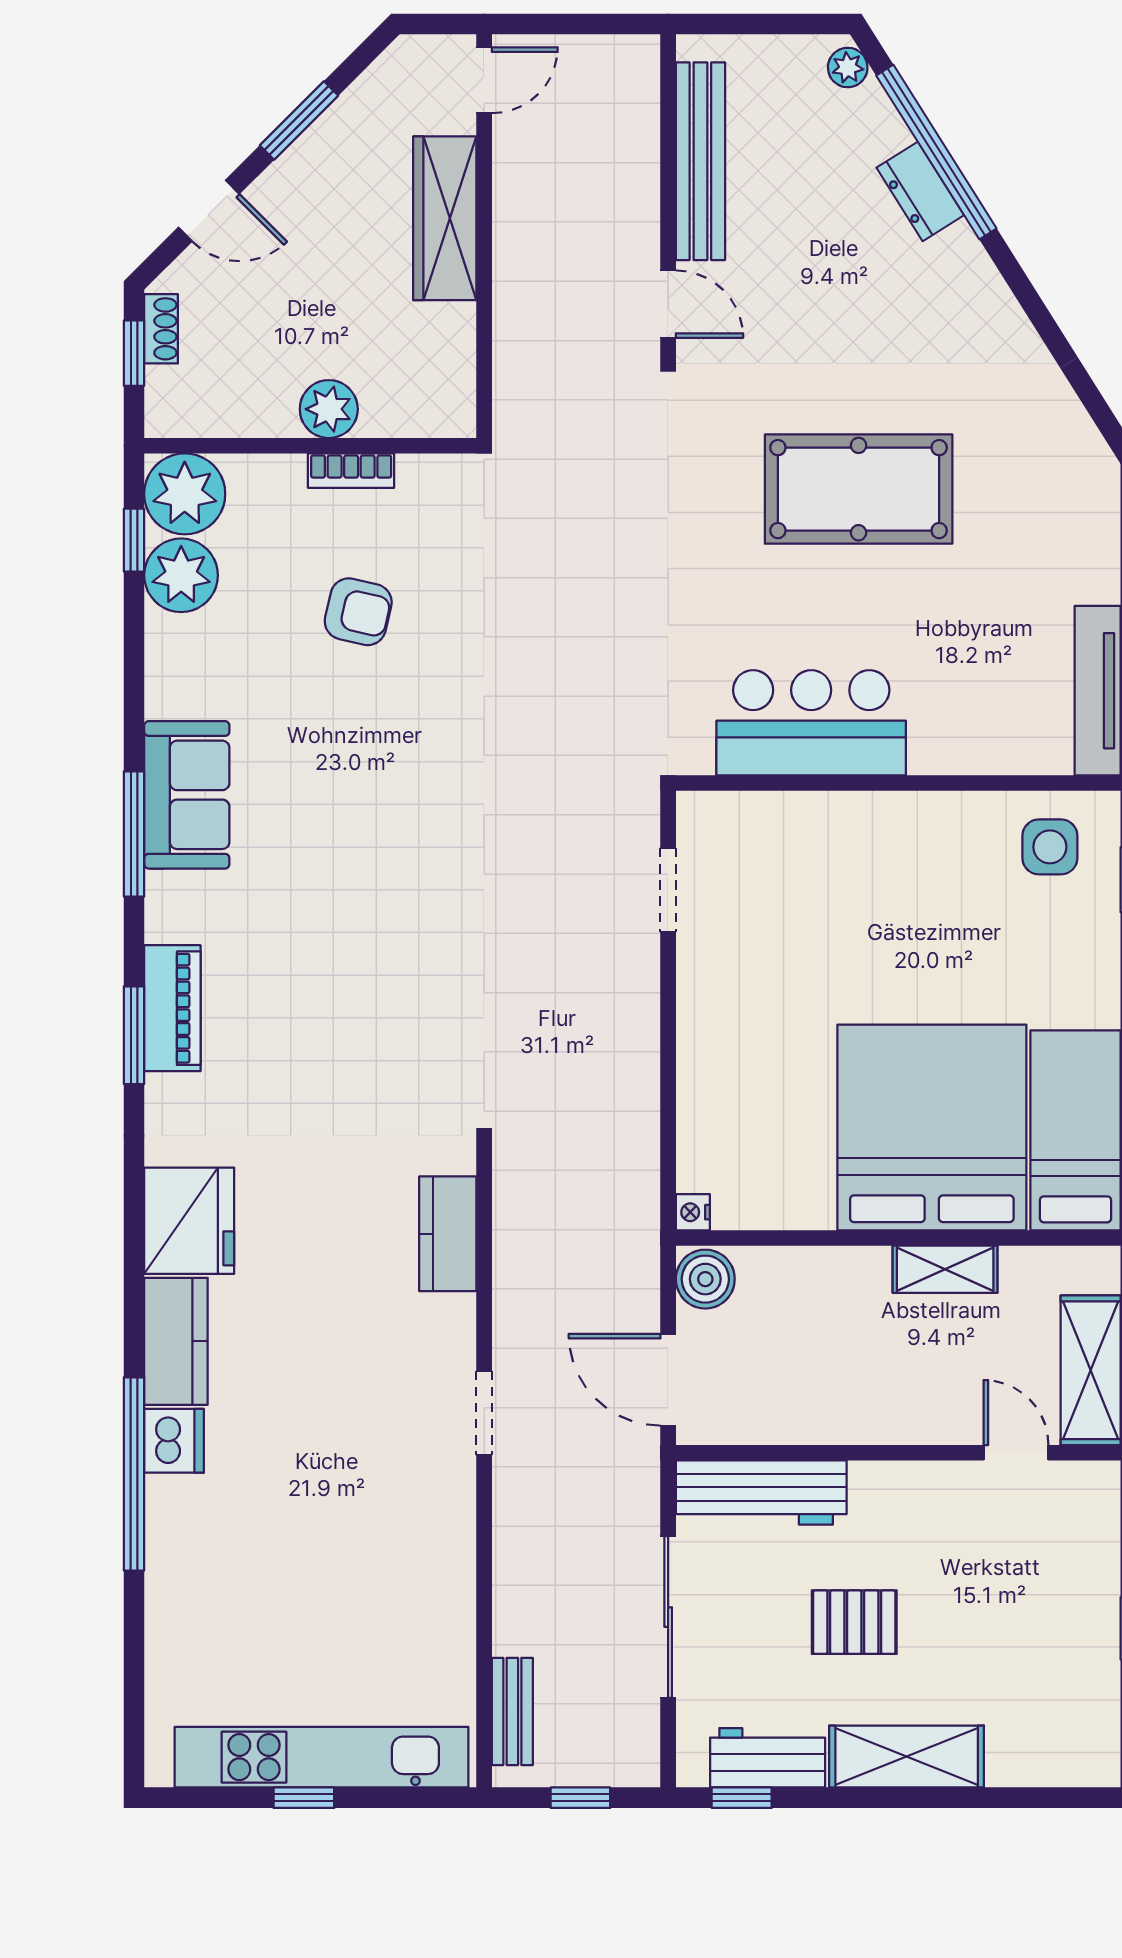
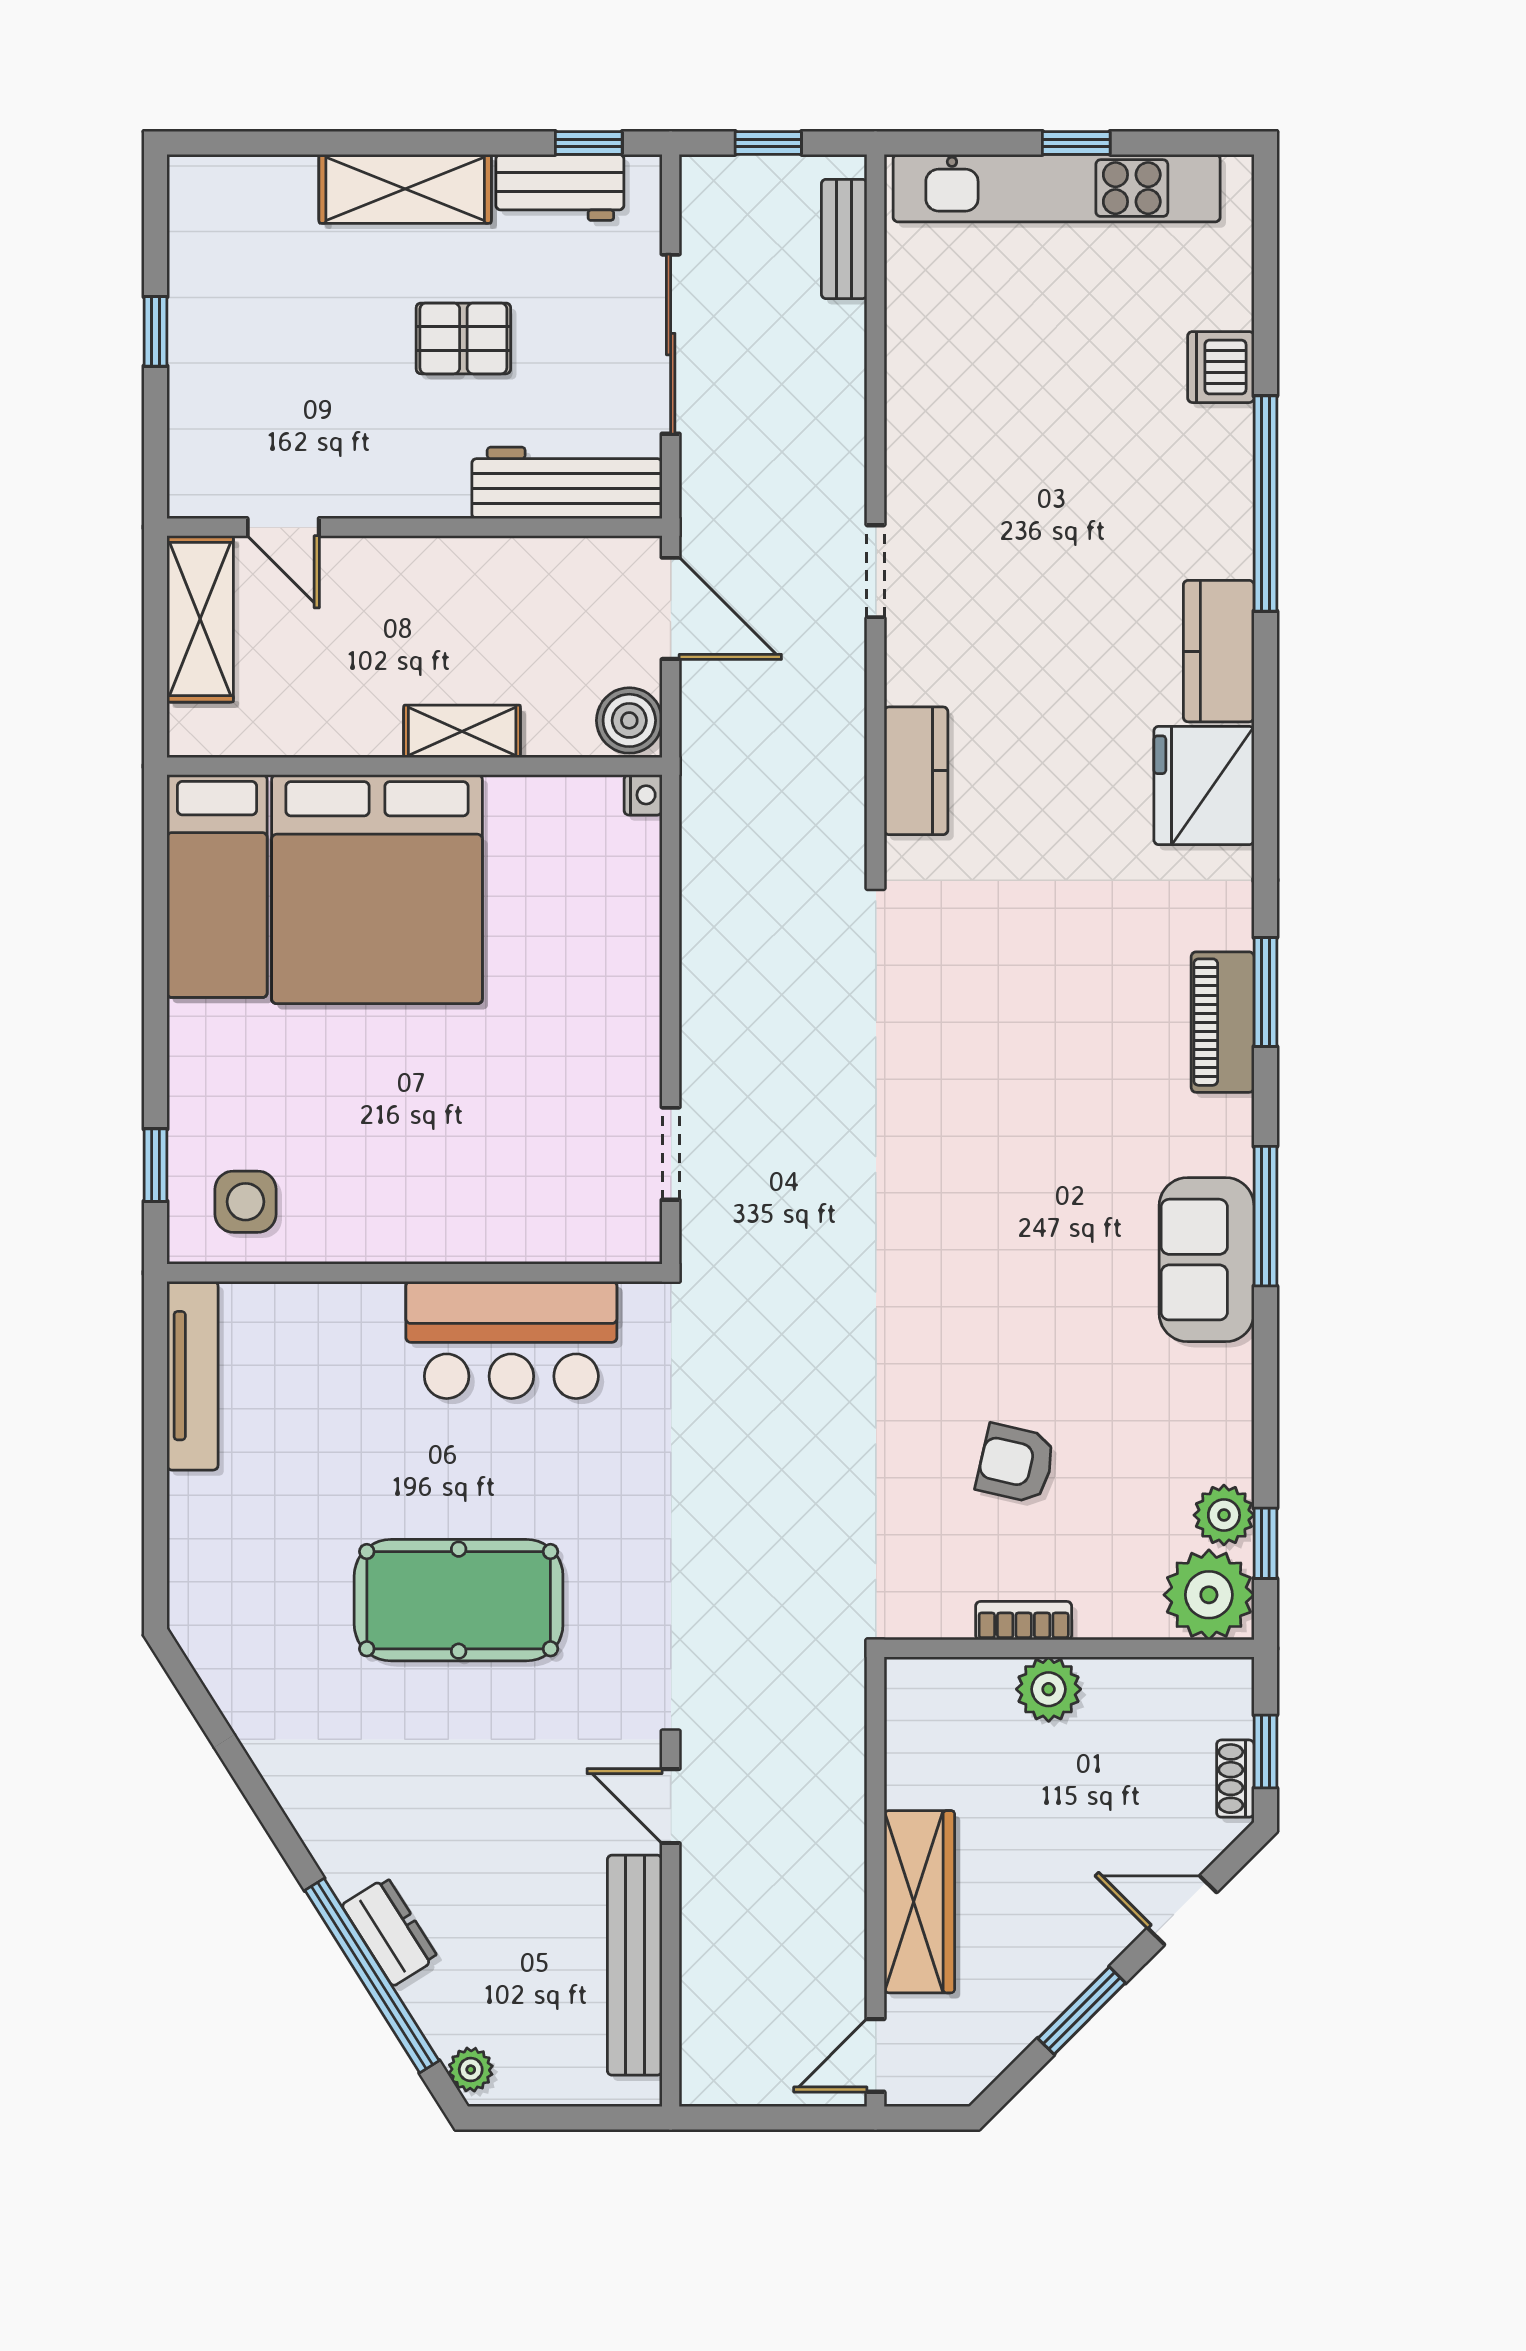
plant: (181, 575) -> (1224, 1515), width x0.73, depth x0.73
shelving: (945, 1269) -> (462, 731), moved
dishwasher: (174, 1441) -> (1221, 367), moved

